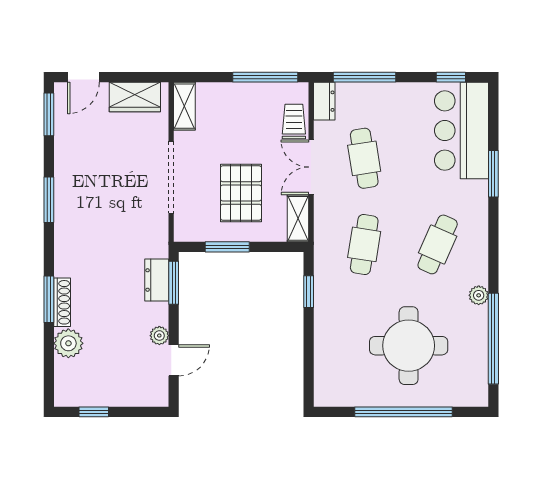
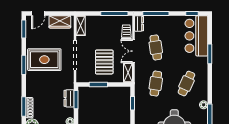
rug: (98, 187) -> (44, 60), added

